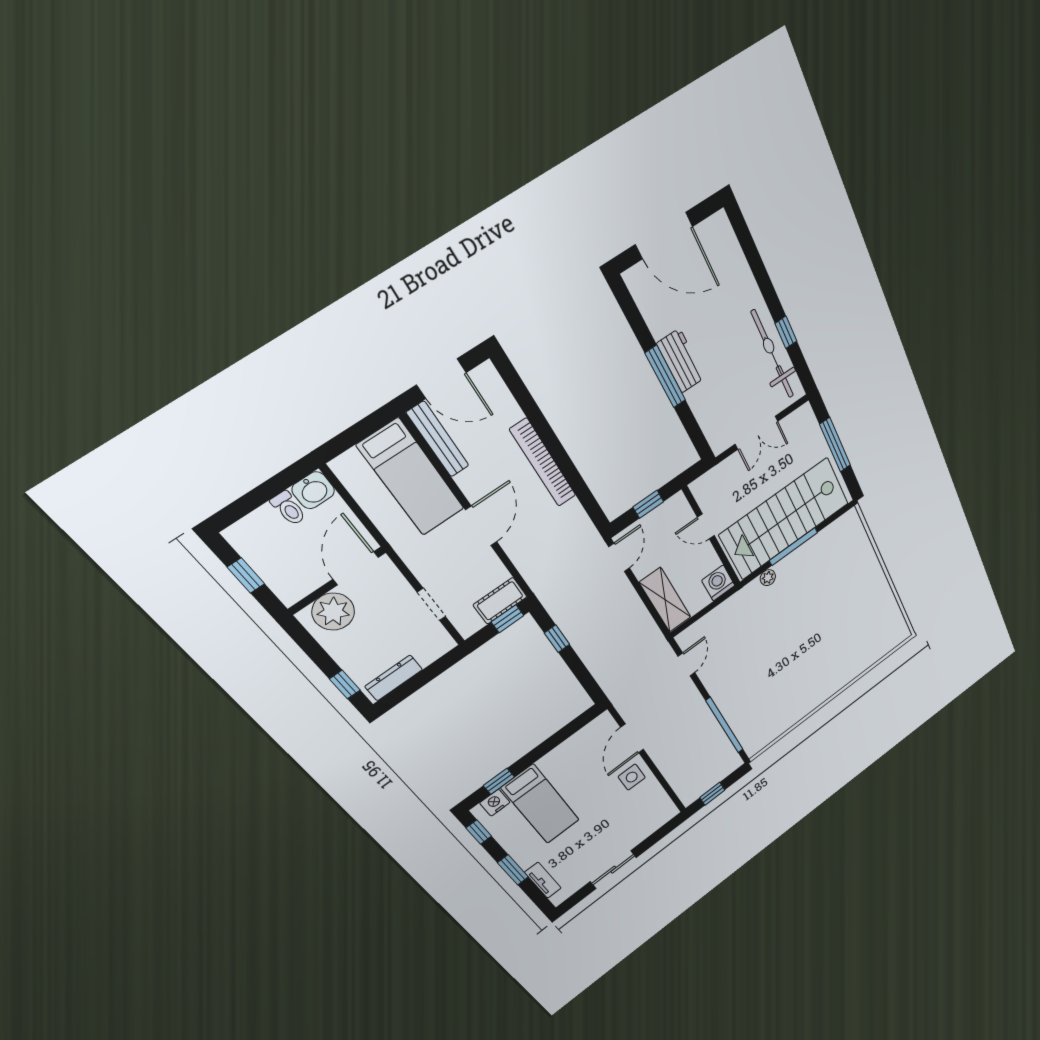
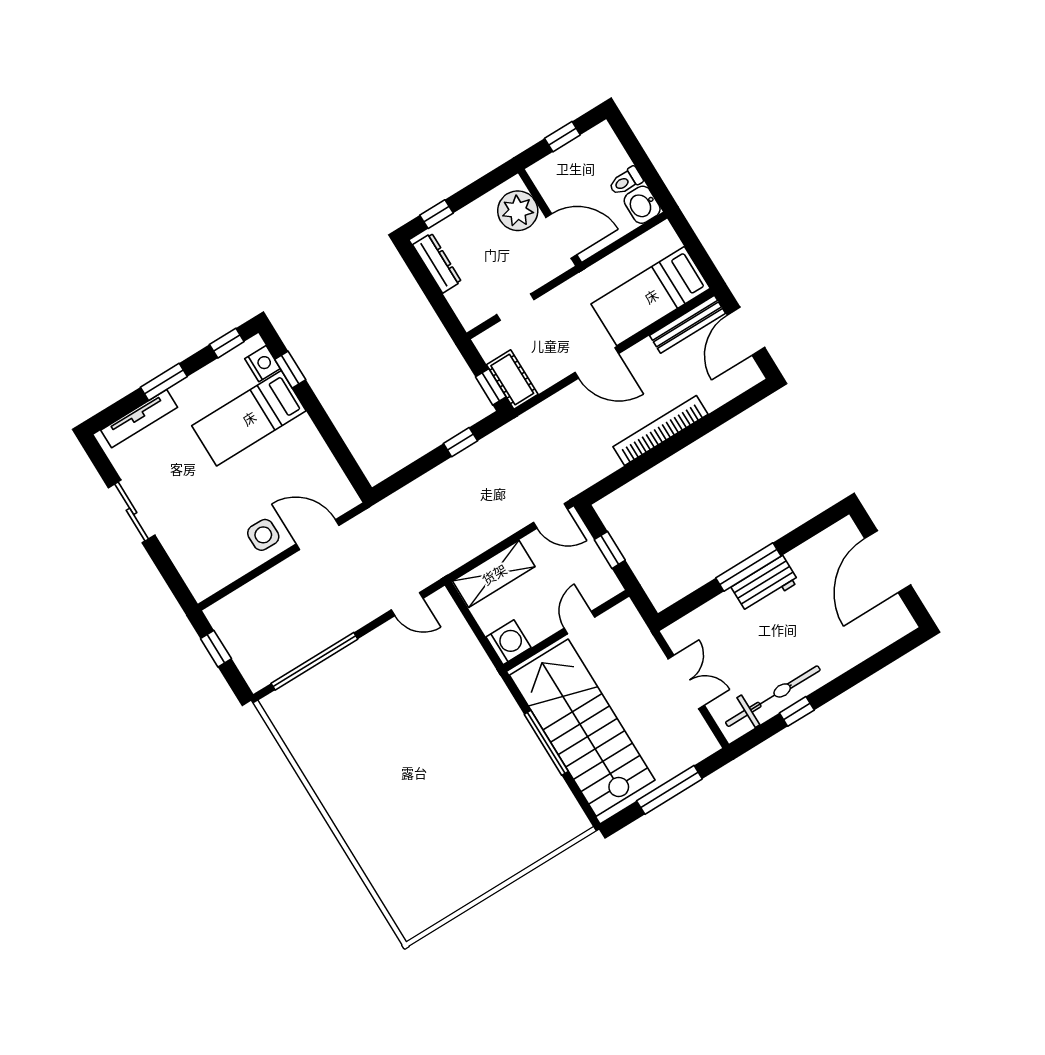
double door: (757, 433) -> (686, 682), swing flipped
plant: (768, 578) -> (509, 710), removed
tv unit: (543, 880) -> (139, 419), width x1.41

